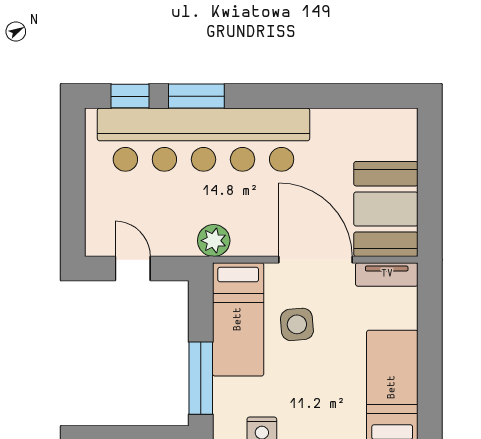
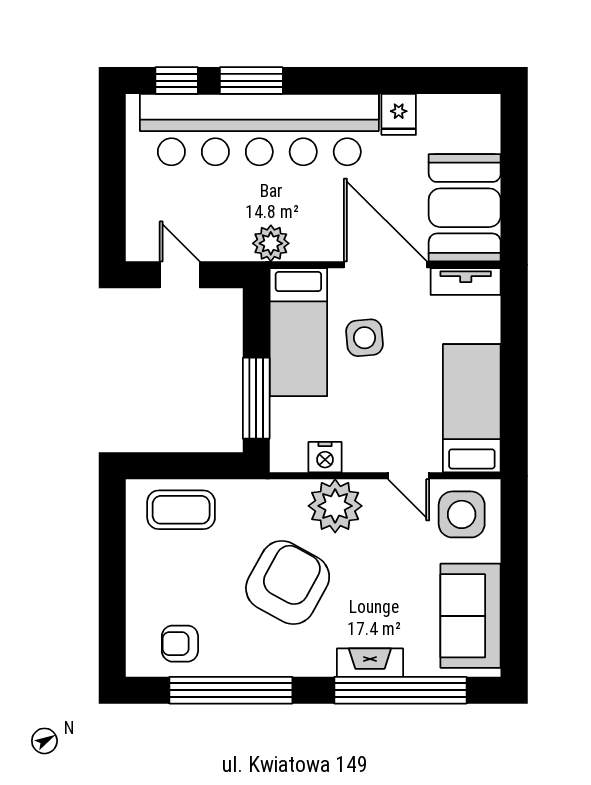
fridge: (327, 126) -> (399, 114), added

